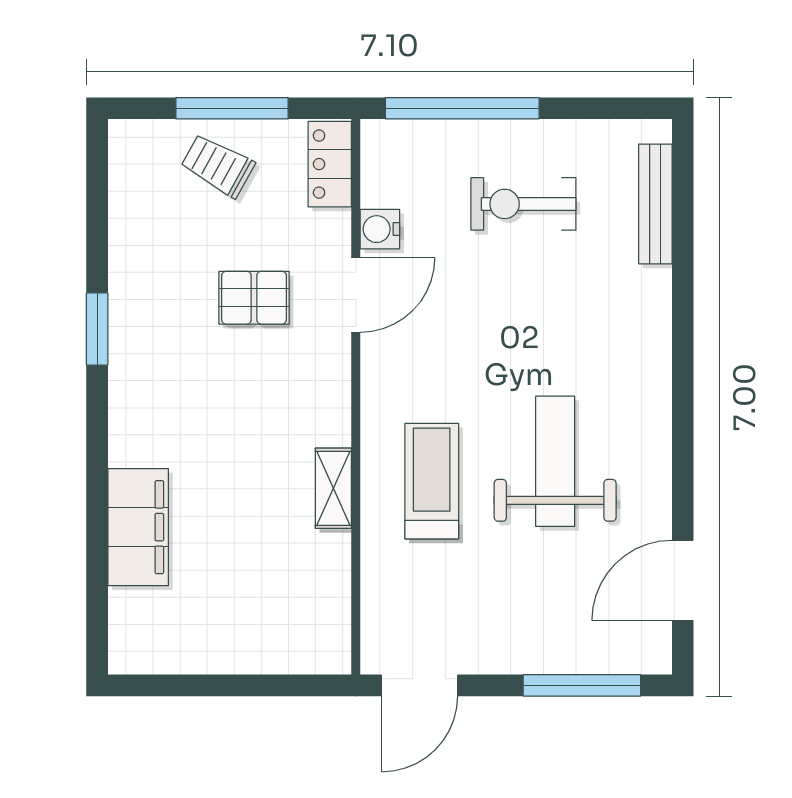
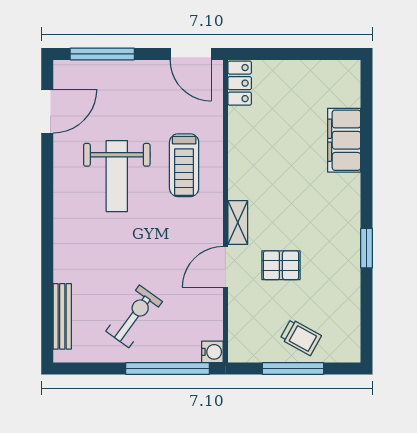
locker: (330, 164) -> (240, 83), moved
exercise bike: (523, 204) -> (134, 316), turned -54
water cooler: (380, 229) -> (212, 352), moved
shelving: (333, 488) -> (238, 223), moved
door: (420, 685) -> (191, 54), swing flipped

